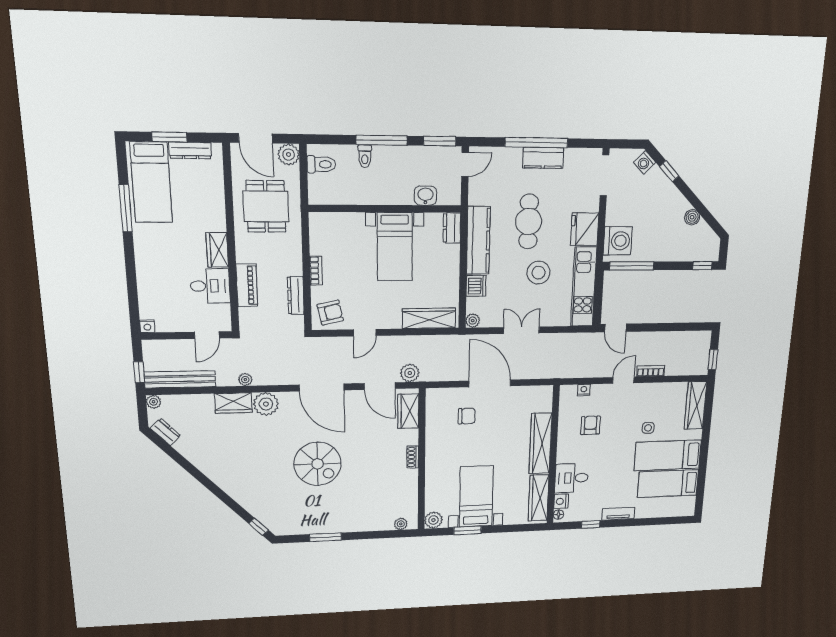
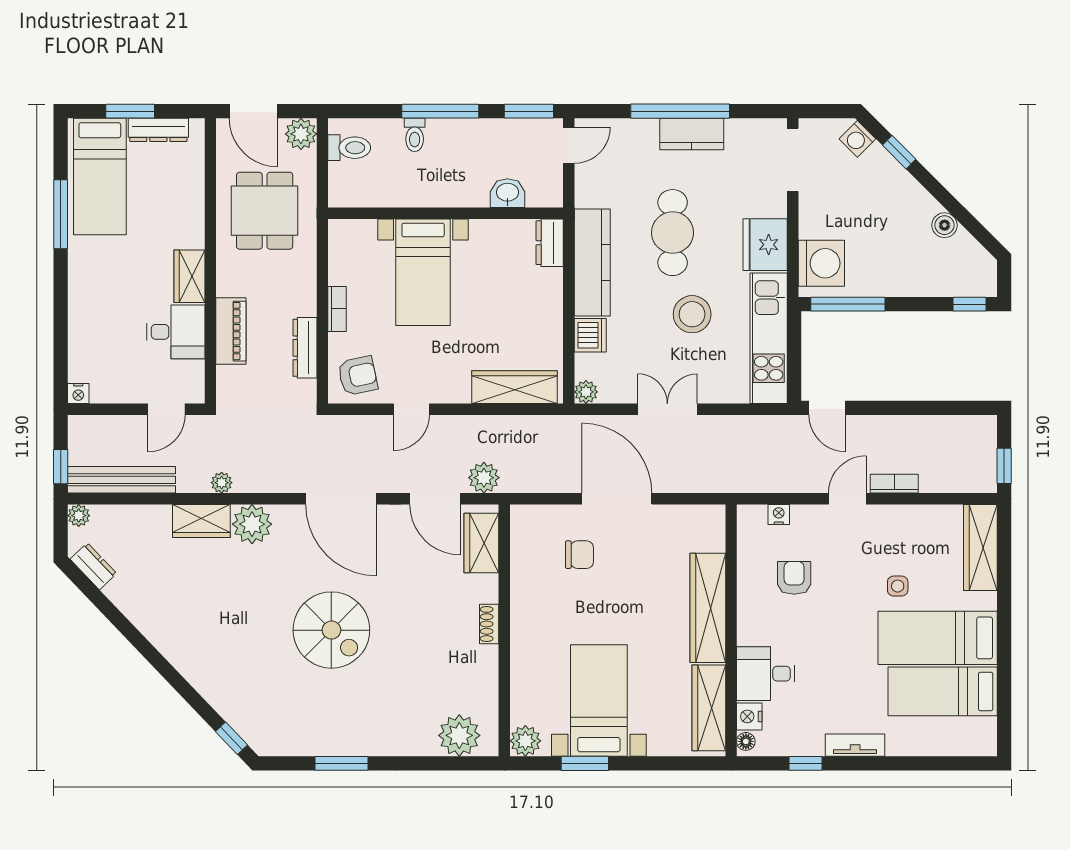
bed with nightstands: (395, 247) -> (423, 272), moved
plant: (401, 524) -> (459, 735), width x1.87, depth x1.87

